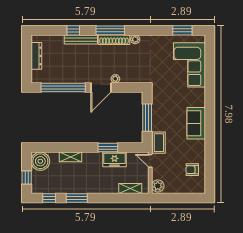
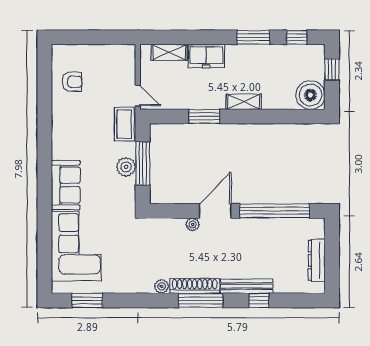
sofa: (196, 123) -> (66, 185), moved
shelving: (70, 157) -> (244, 102), moved
freezer: (114, 159) -> (206, 56), moved, turned 180
plant: (158, 186) -> (126, 167), moved

